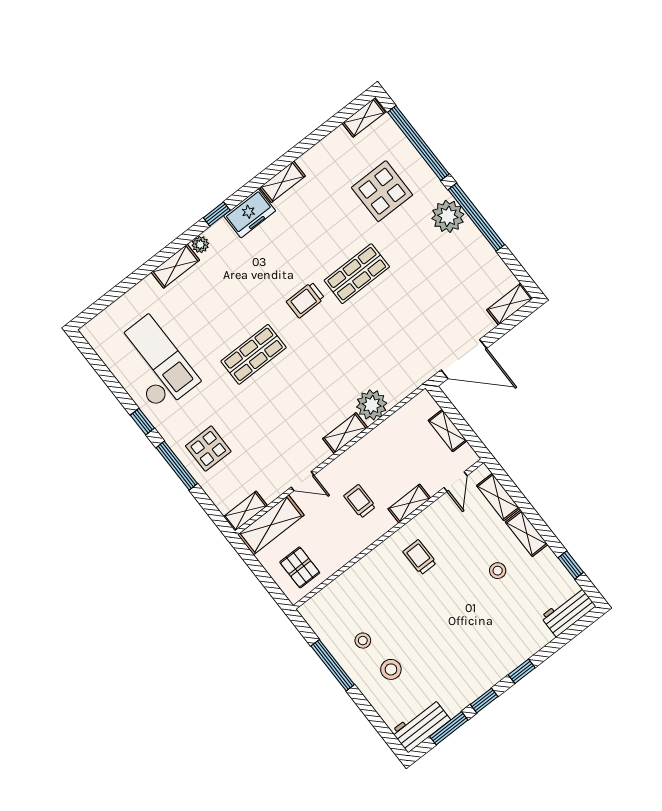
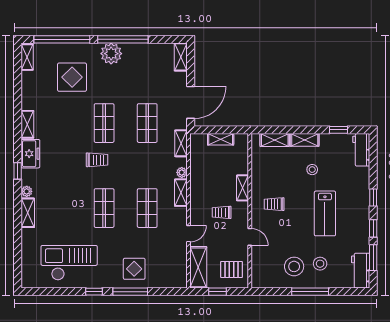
trolley: (305, 300) -> (97, 160), turned -90
shop shelf: (398, 326) -> (147, 123), added
plant: (372, 405) -> (182, 172), width x0.53, depth x0.53
shop shelf: (294, 407) -> (147, 208), added
door: (455, 482) -> (250, 237), moved
shelving: (245, 511) -> (181, 143), moved
window: (259, 571) -> (217, 292), added
lab bench: (457, 628) -> (325, 213), added
stool: (363, 641) -> (294, 266), width x1.89, depth x1.89
window: (333, 665) -> (310, 292), moved

